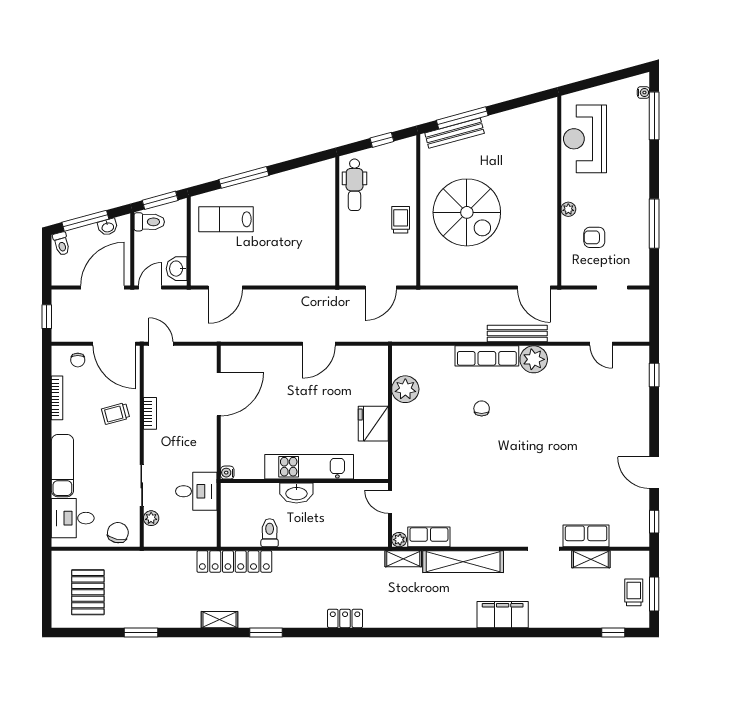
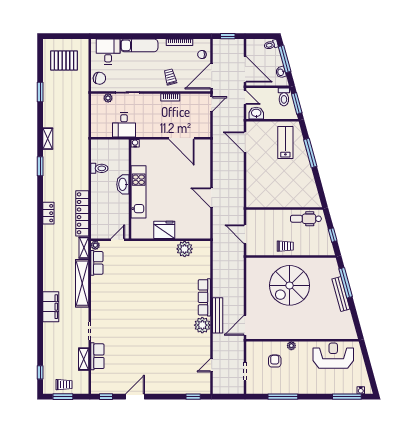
bench: (455, 133) -> (341, 294), moved
chair: (482, 408) -> (173, 294), removed
locker: (234, 562) -> (82, 213), moved

